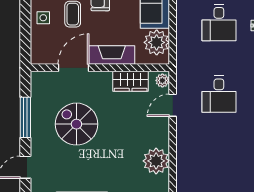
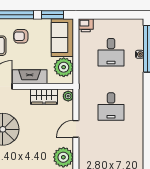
door: (173, 105) -> (76, 129), moved

